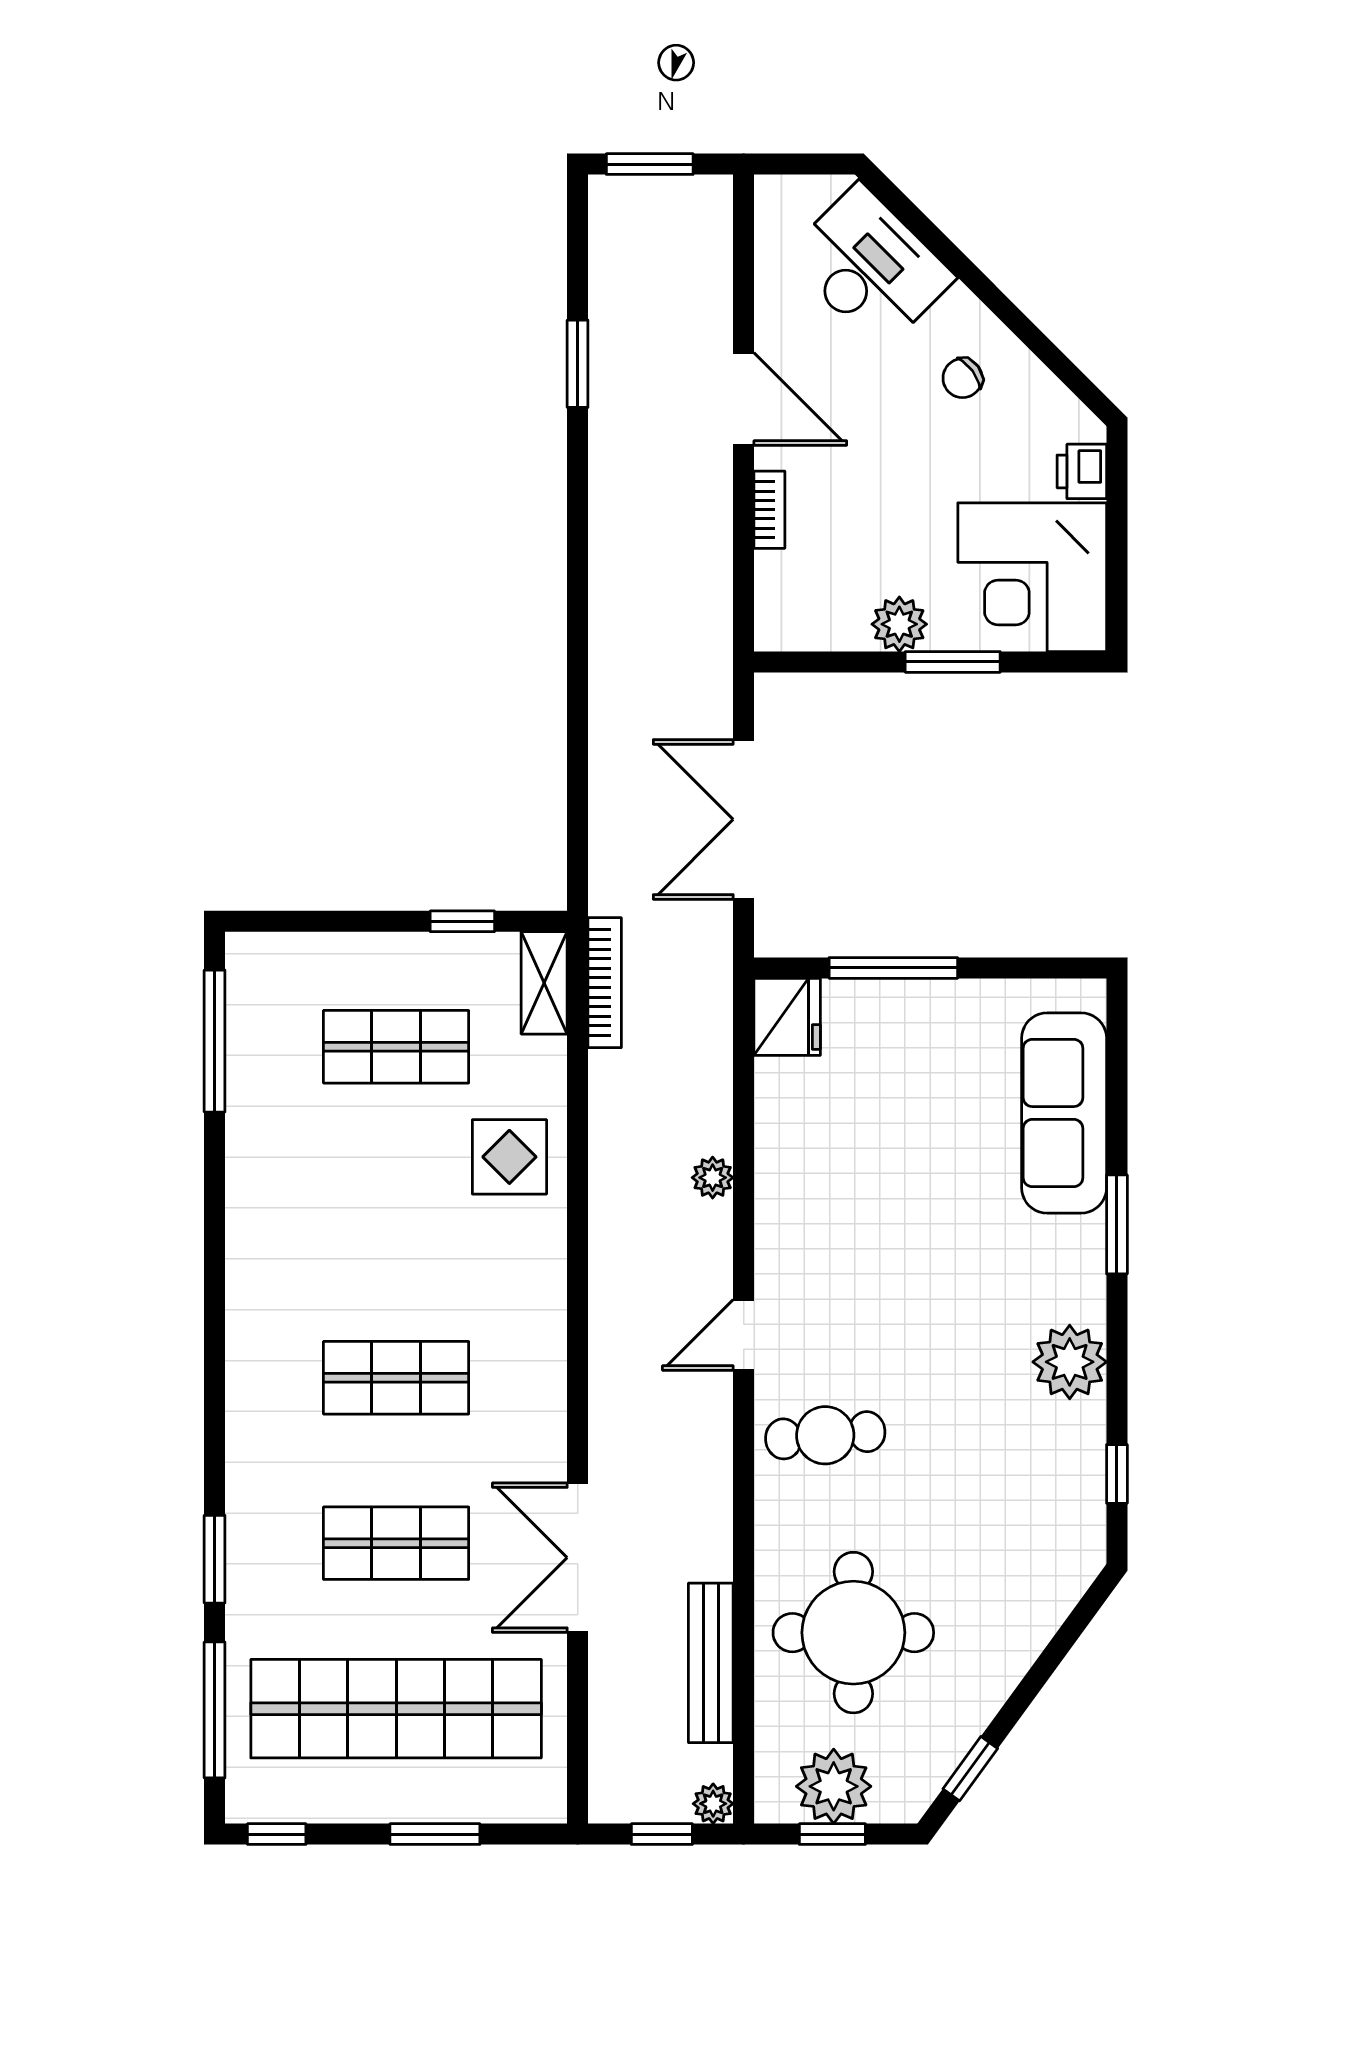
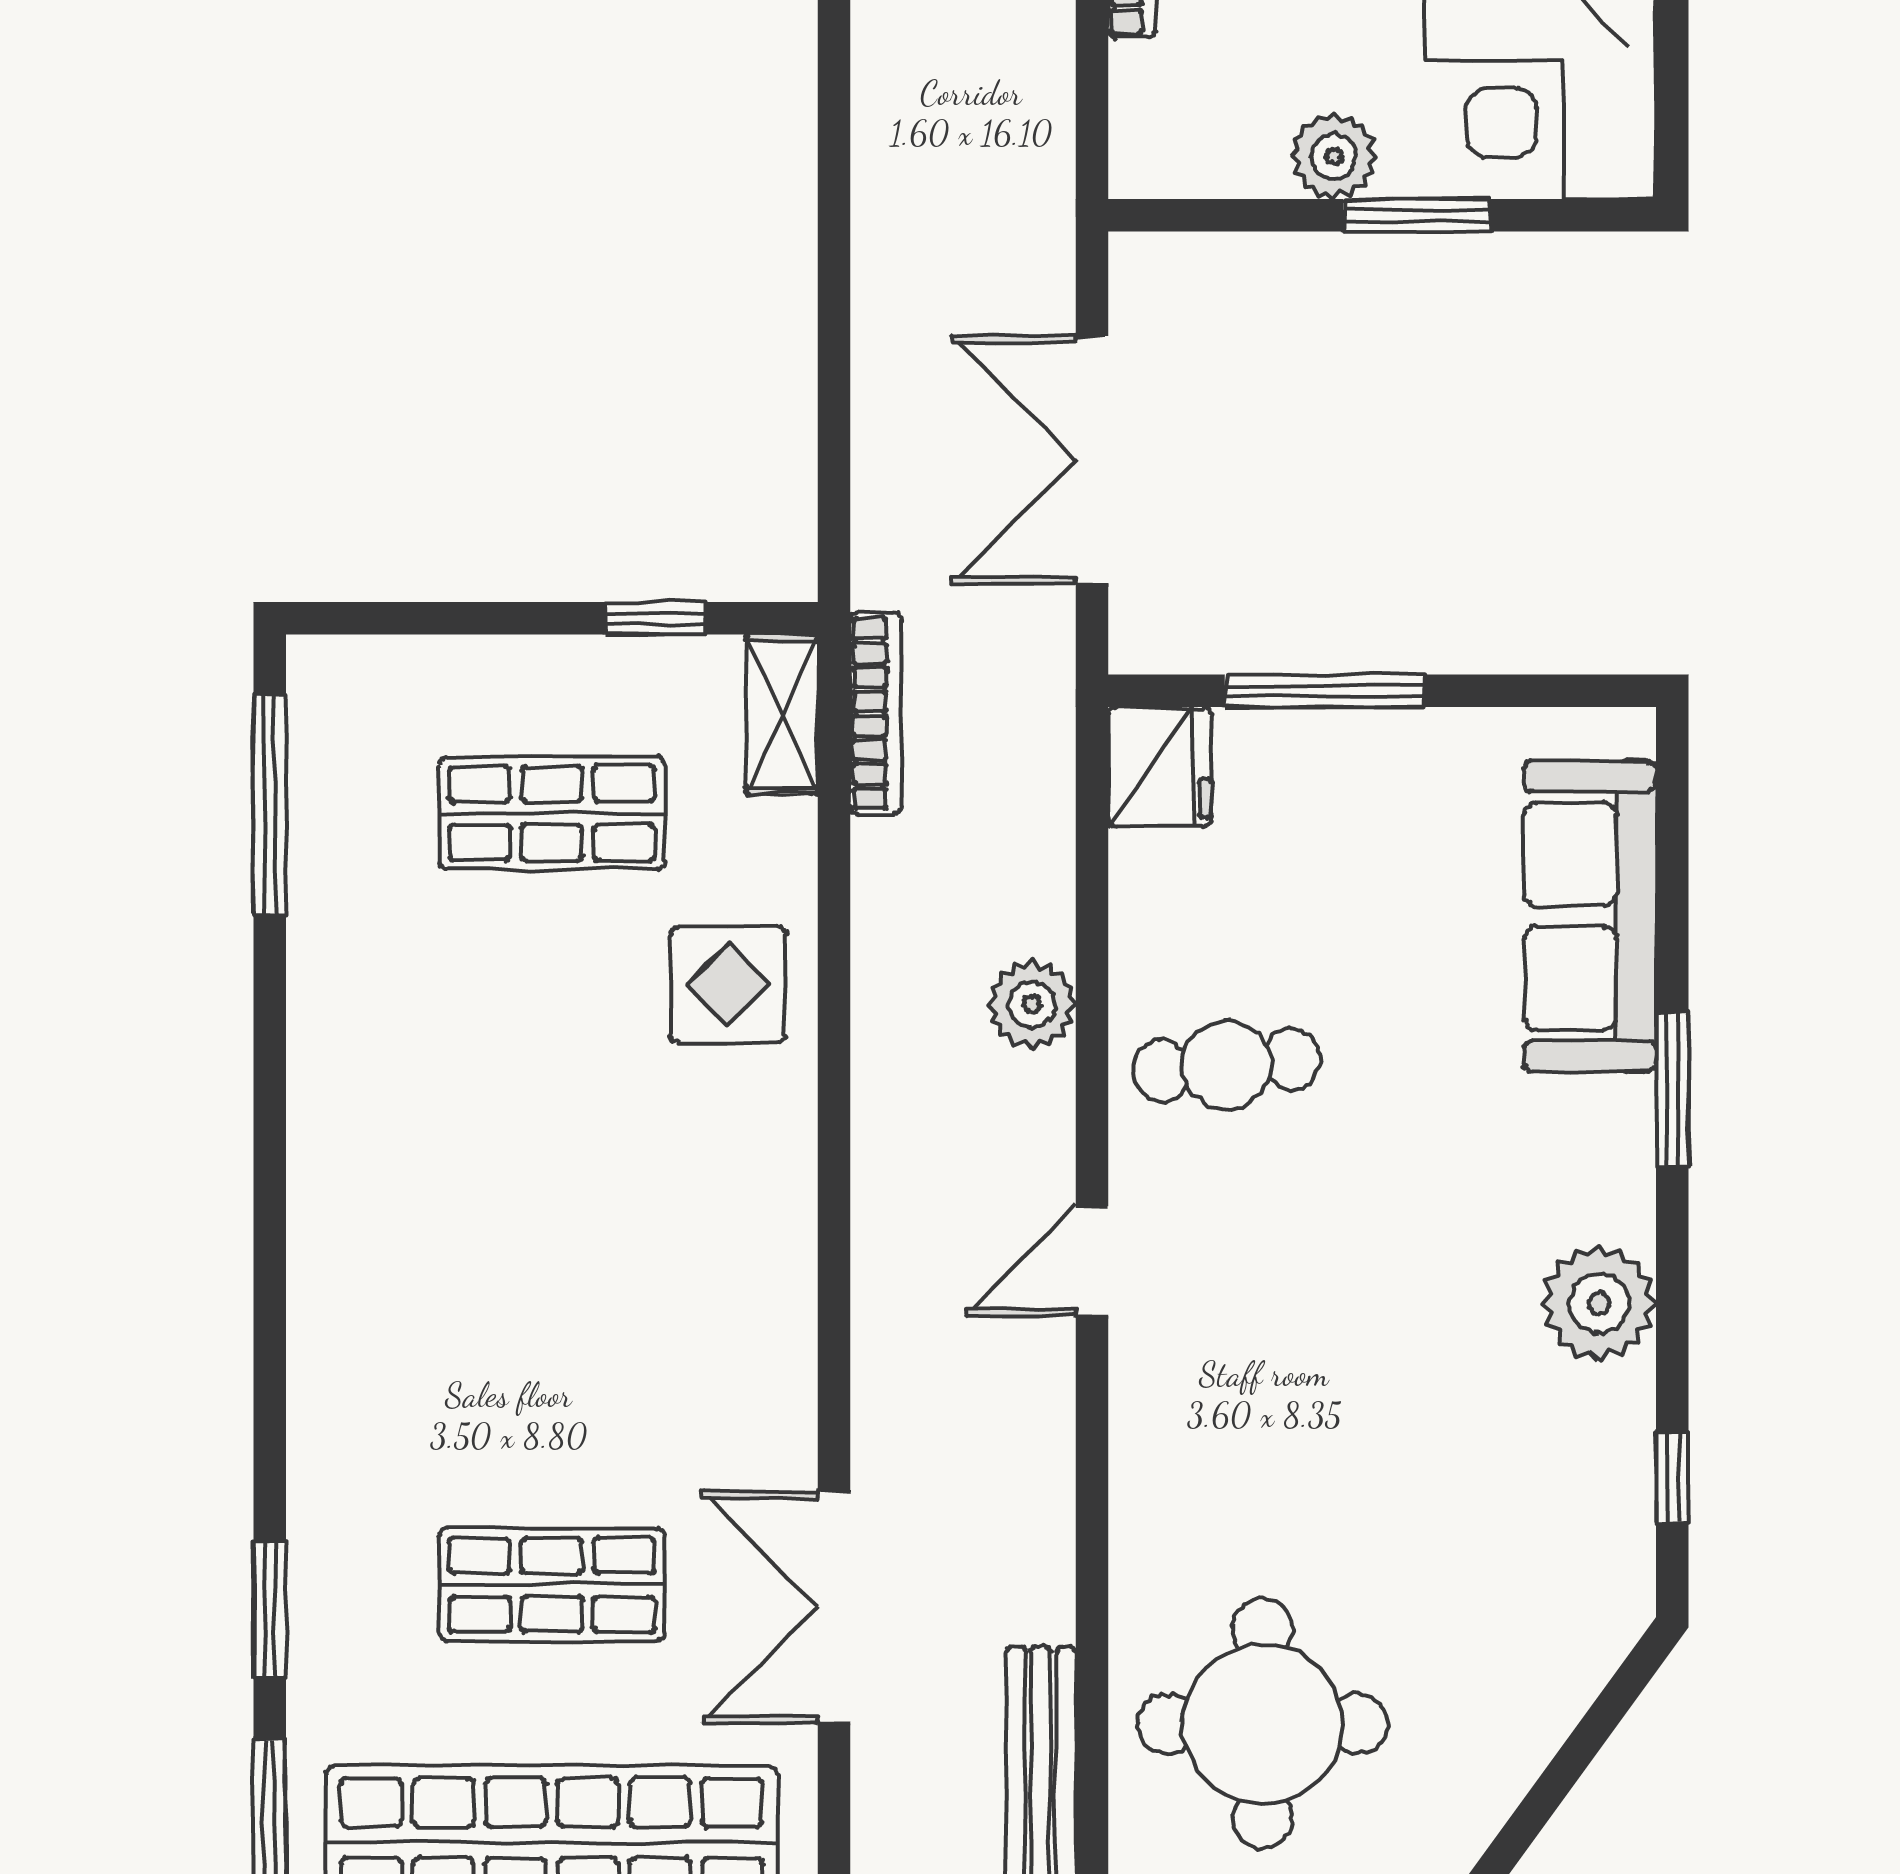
plant: (713, 1178) -> (1032, 1005), width x1.38, depth x1.38
shop shelf: (396, 1378) -> (552, 1328), removed
cafe table: (825, 1435) -> (1226, 1065), moved

